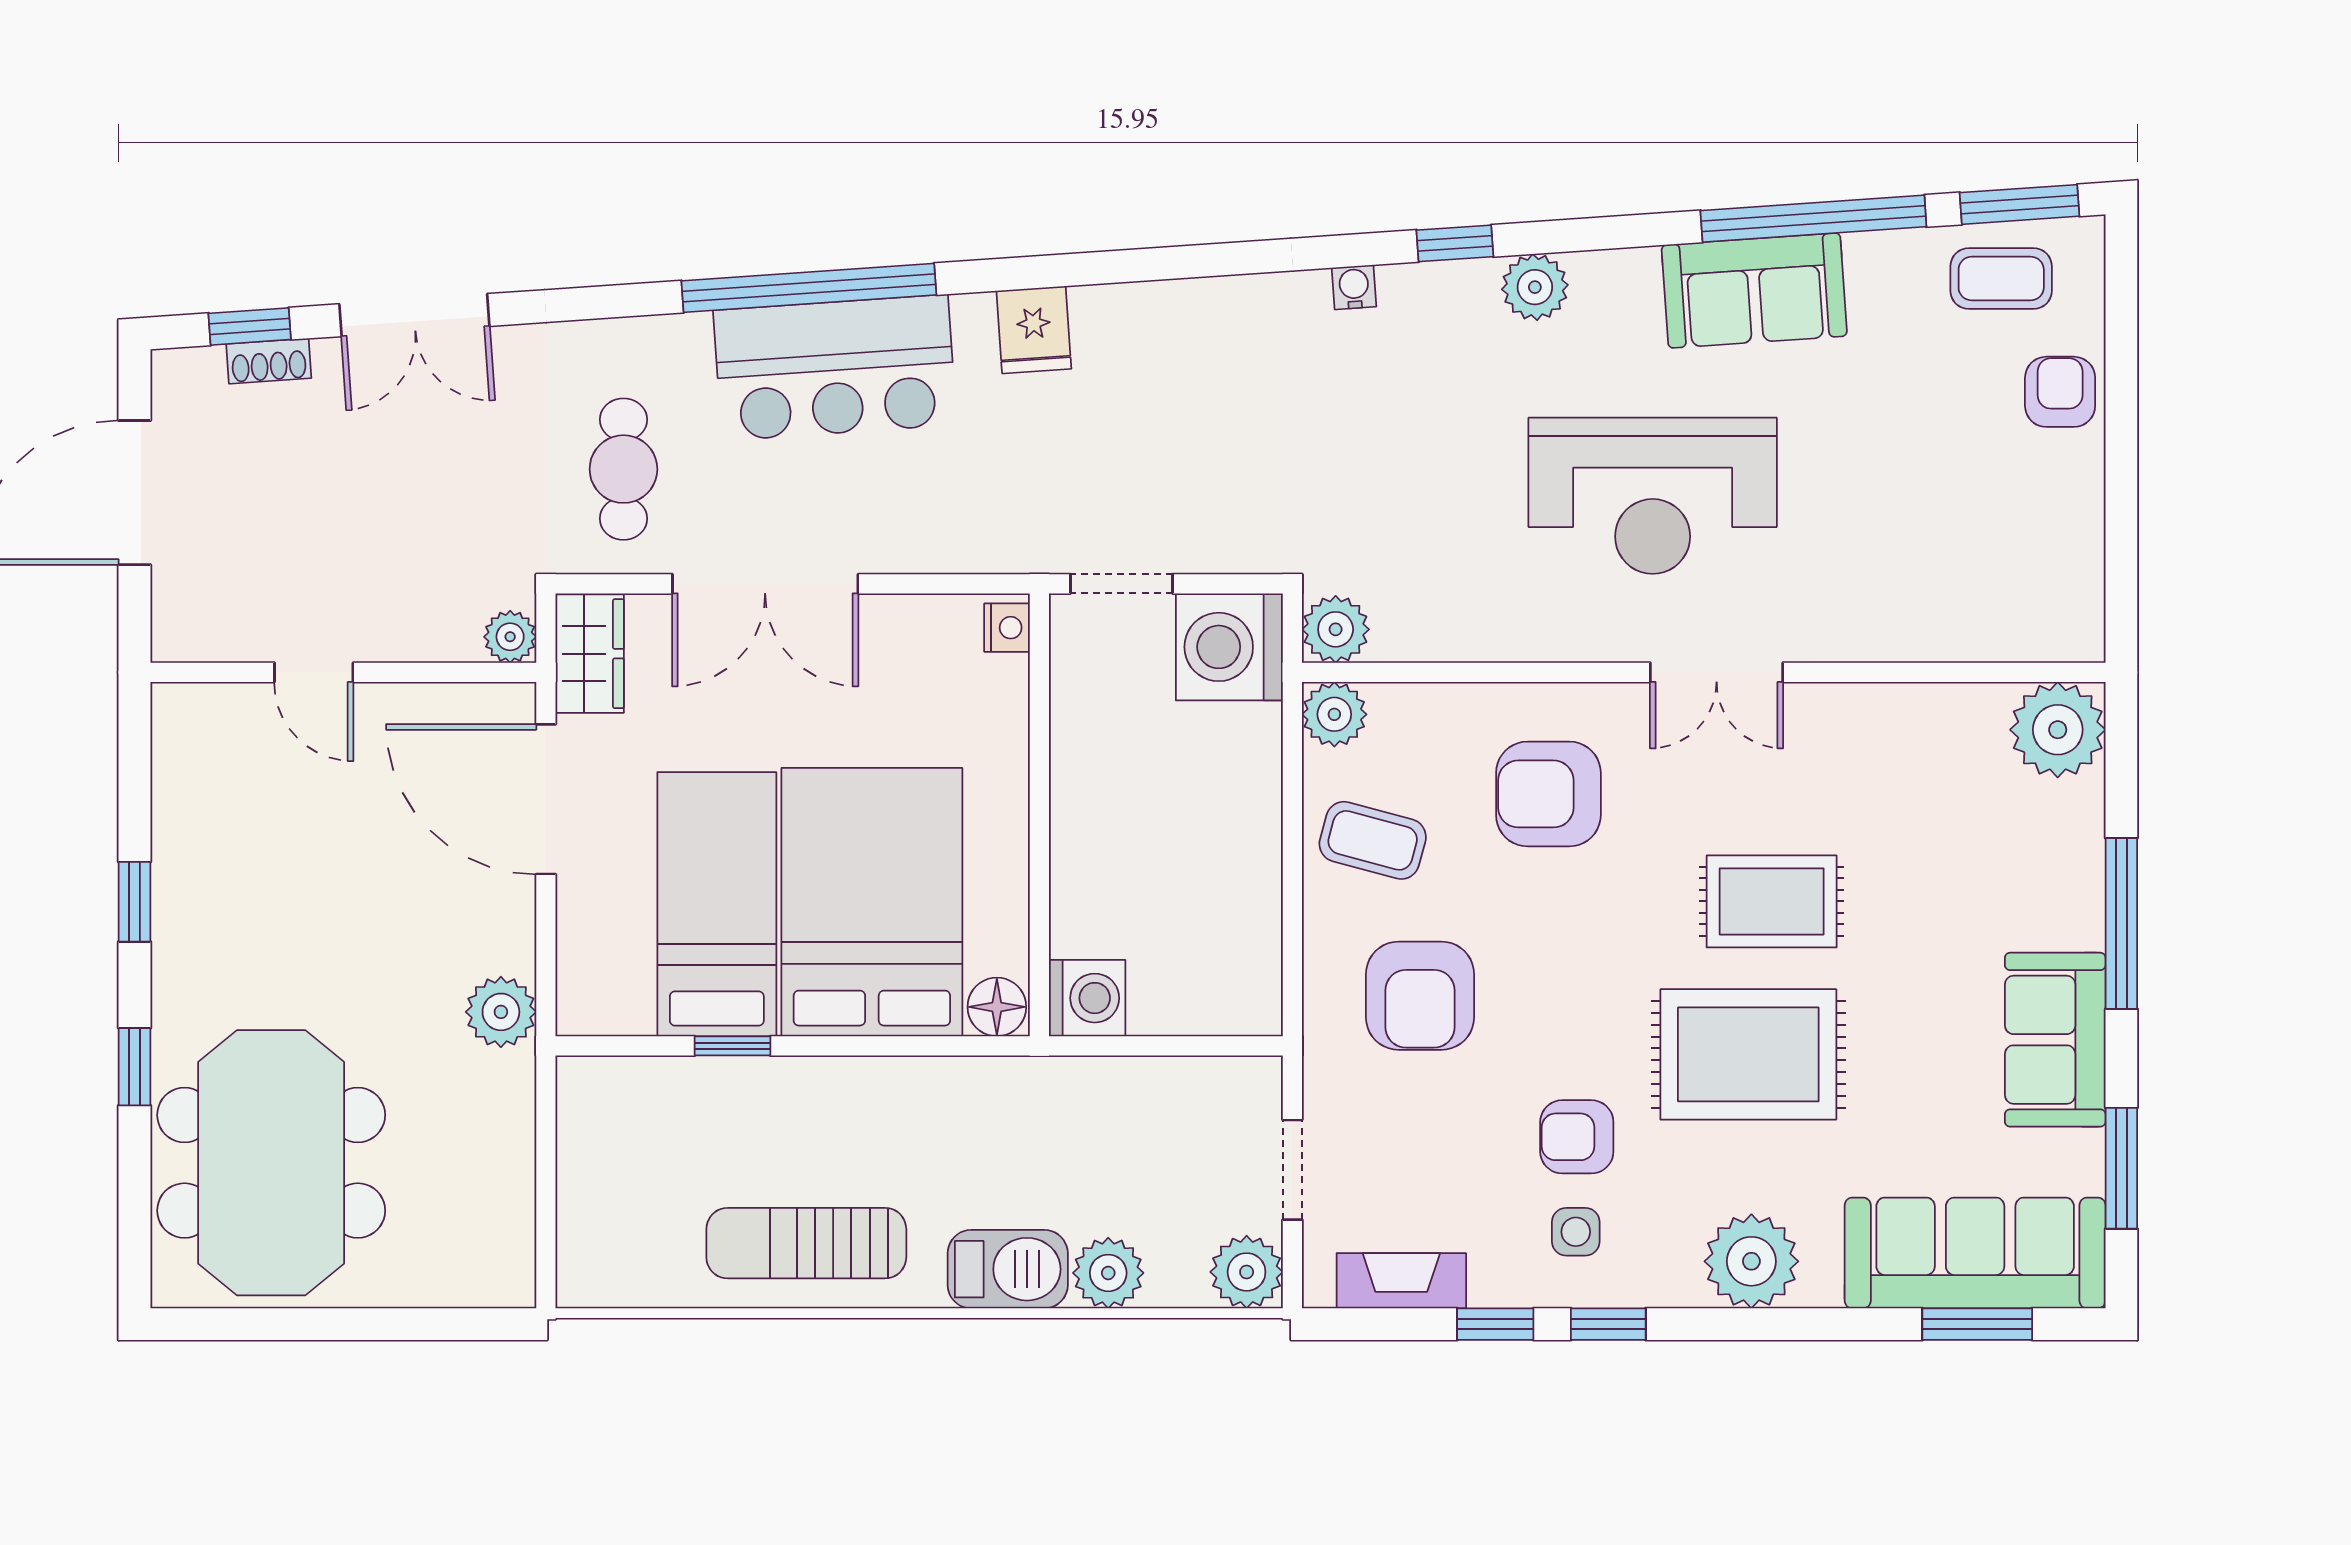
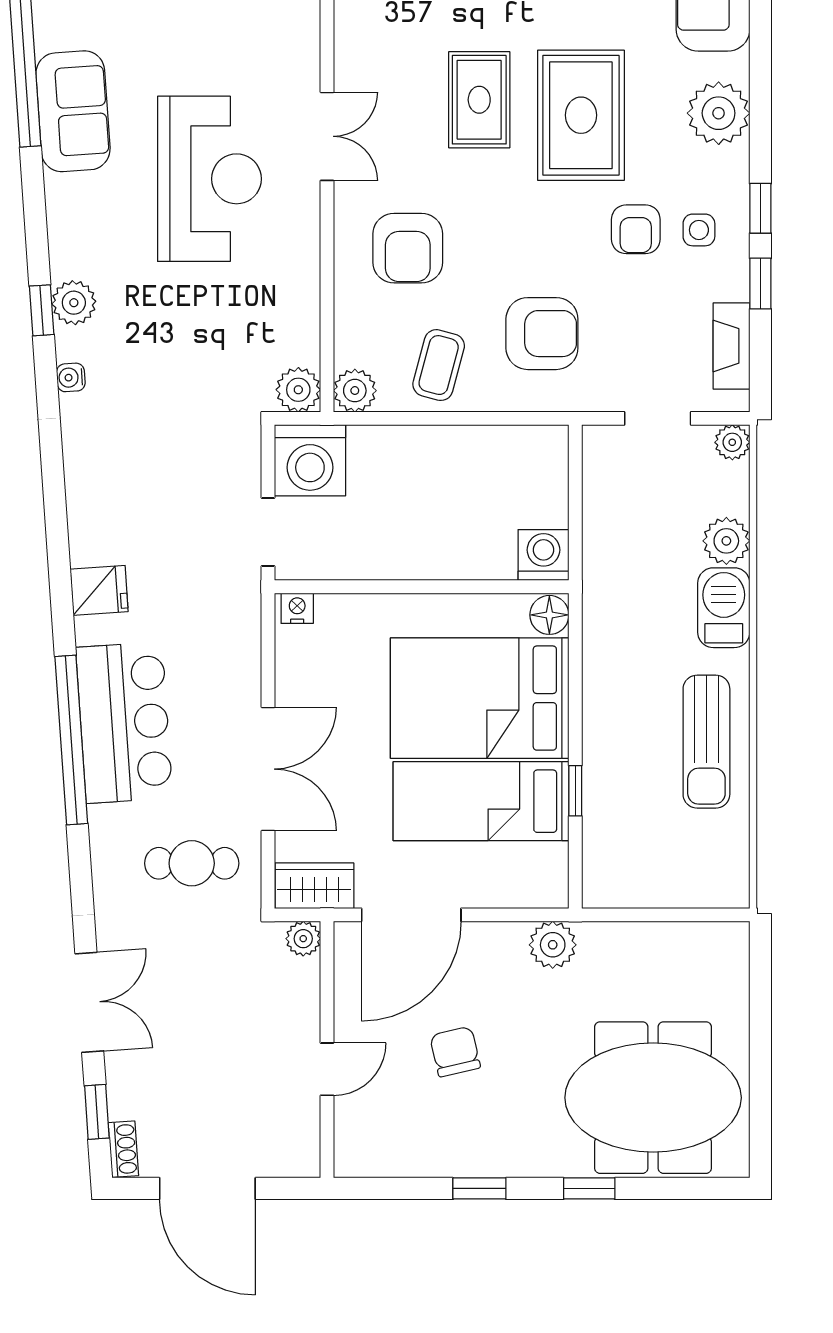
plant: (1535, 287) -> (74, 303), moved
shoe rack: (269, 361) -> (123, 1149), moved
chair: (340, 865) -> (455, 1052), added
plant: (1247, 1272) -> (732, 442), width x0.73, depth x0.73

